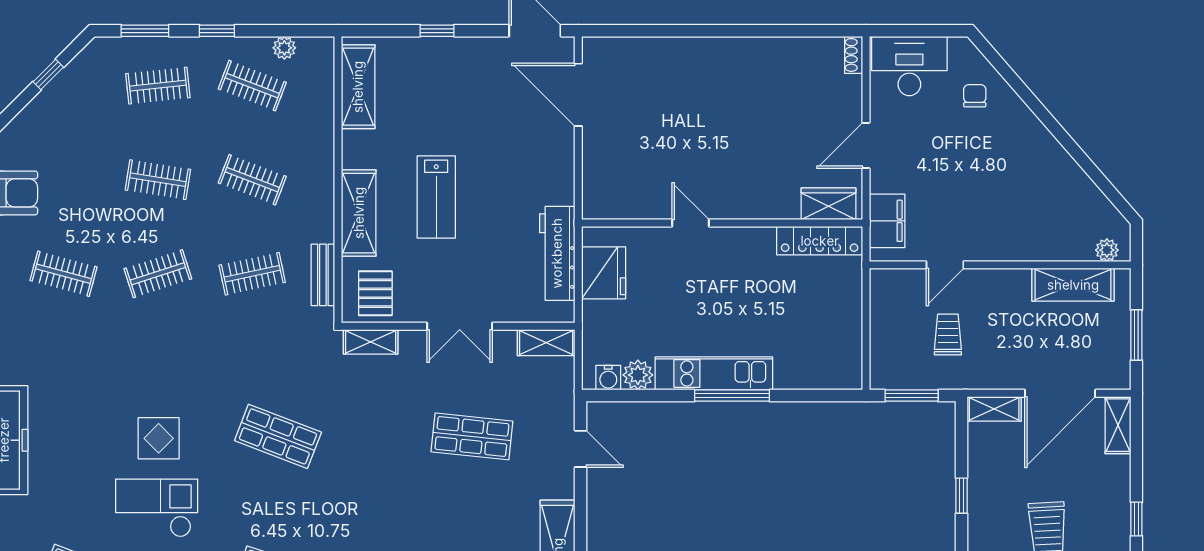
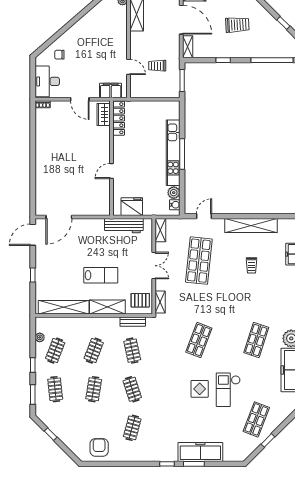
shelving: (358, 87) -> (64, 307), width x1.47
kitchen unit: (714, 373) -> (173, 153), width x1.36
shop shelf: (472, 436) -> (199, 261), width x1.43, depth x1.36

